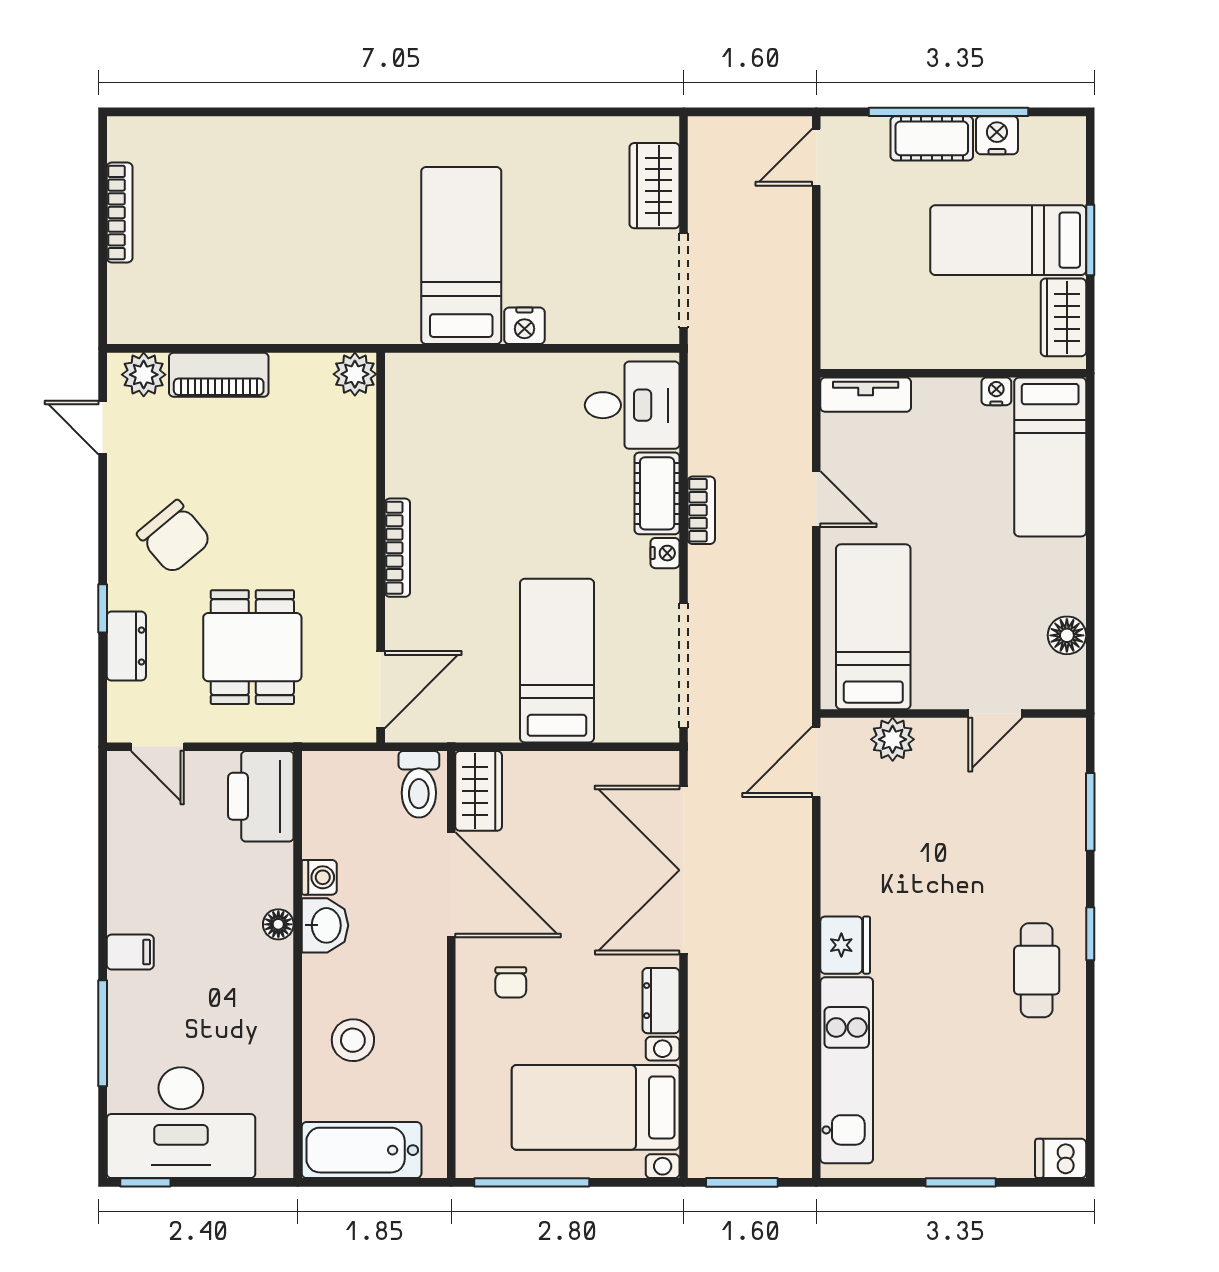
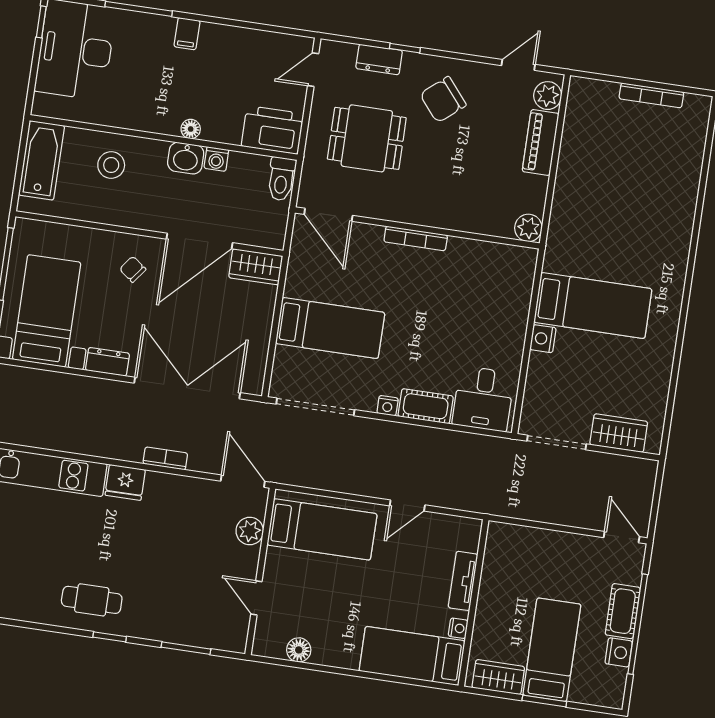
tv unit: (866, 395) -> (463, 581), moved
bookcase: (701, 510) -> (165, 458), moved, turned 180
toilet: (419, 784) -> (281, 179), moved, turned -90
chair: (511, 982) -> (133, 269), turned 37

